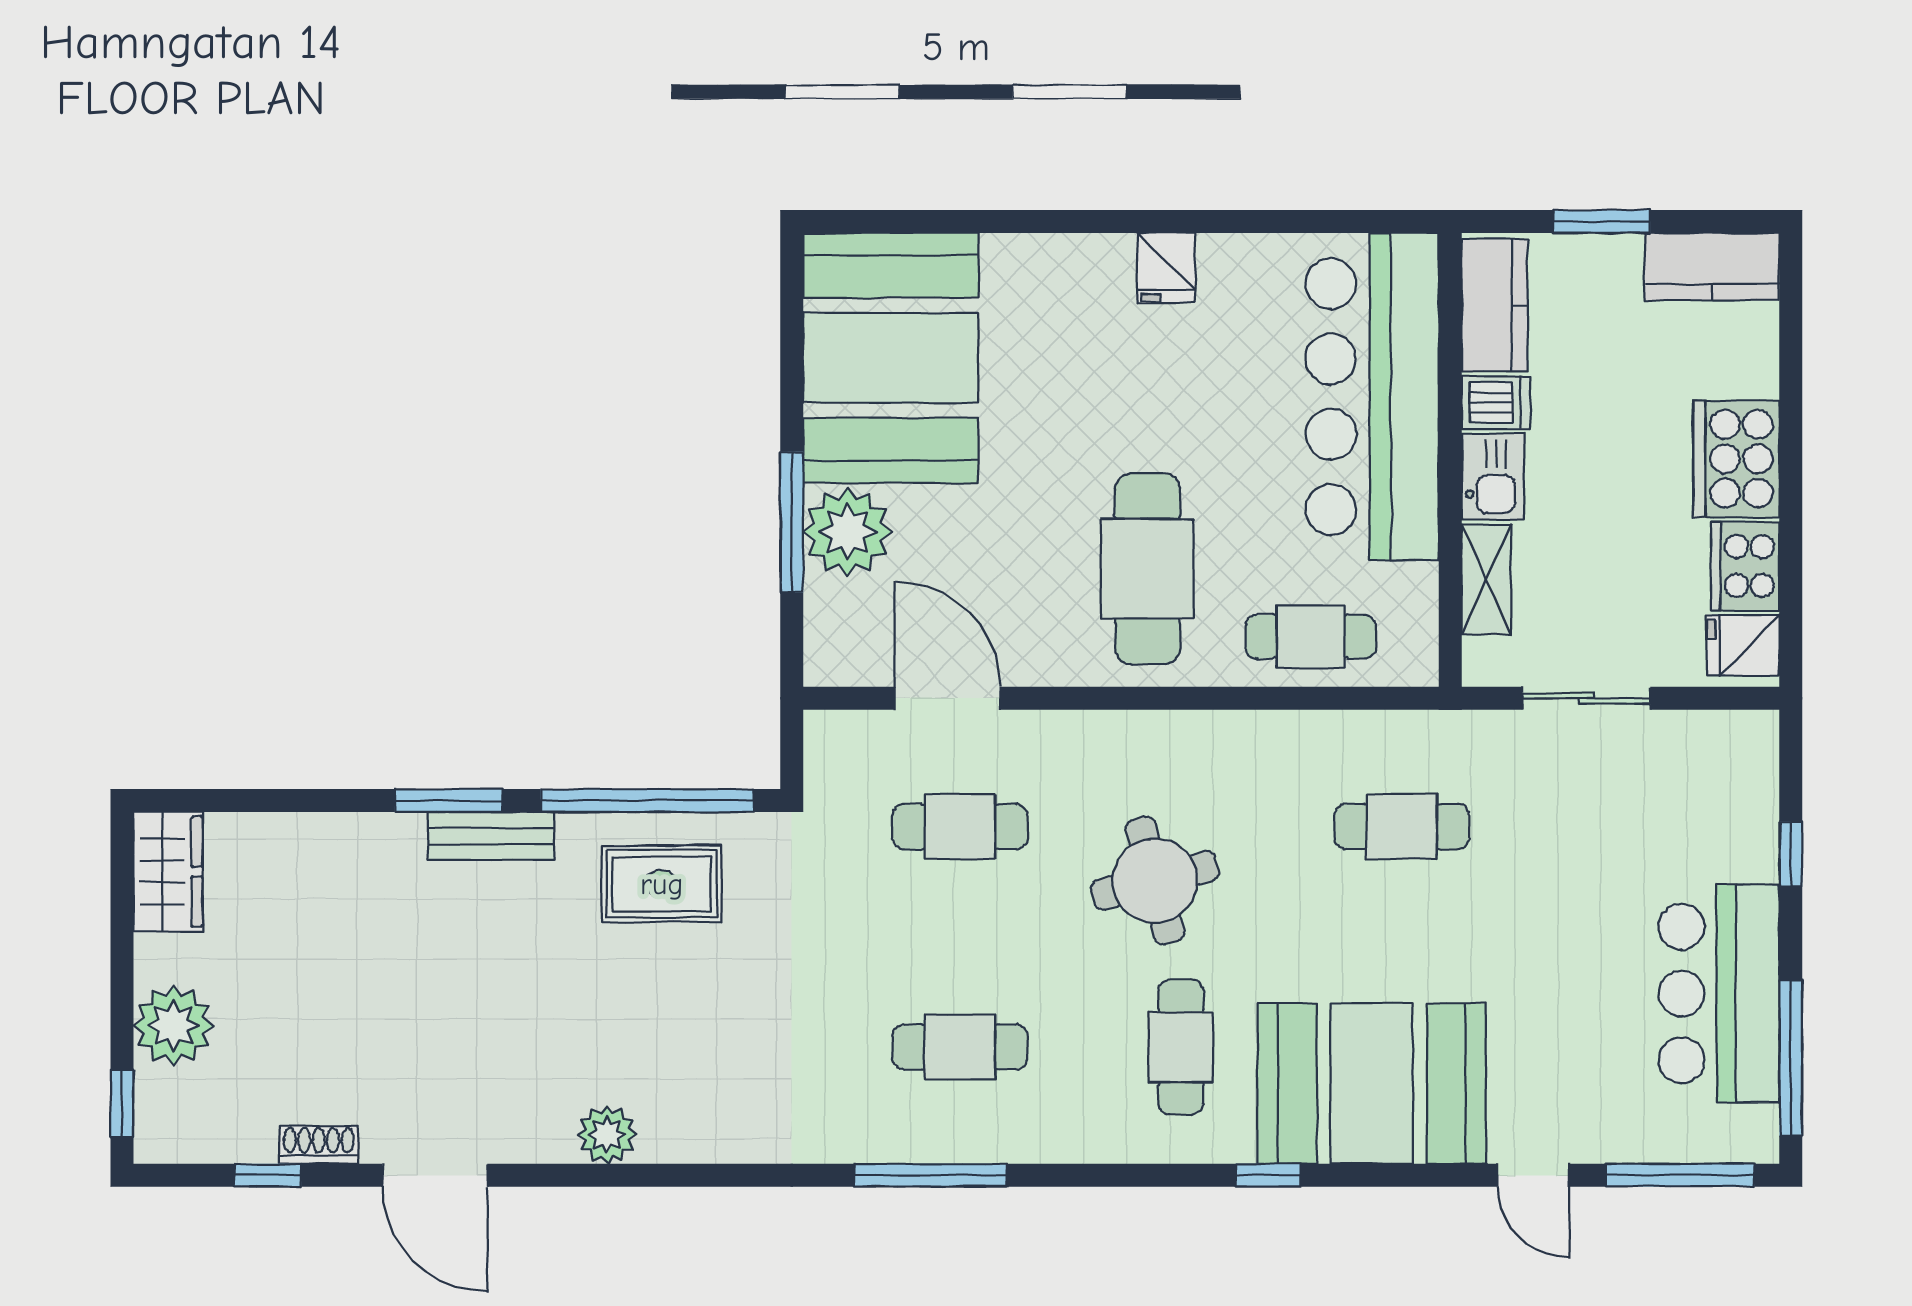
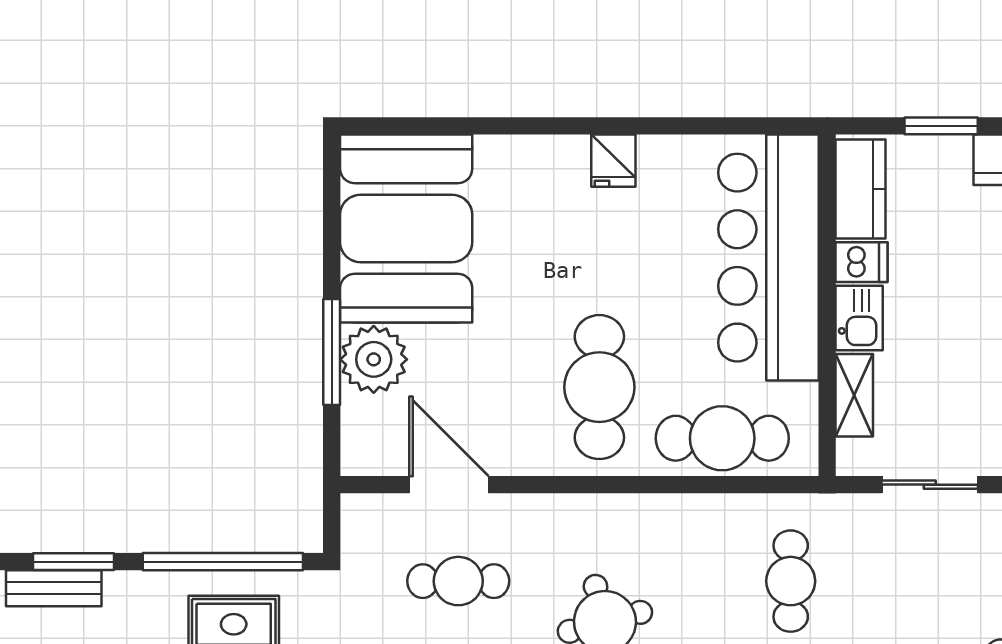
cafe table: (1311, 637) -> (722, 438), width x1.37, depth x1.35
cafe table: (1402, 826) -> (791, 581), turned 90
bench: (491, 836) -> (54, 588), moved

